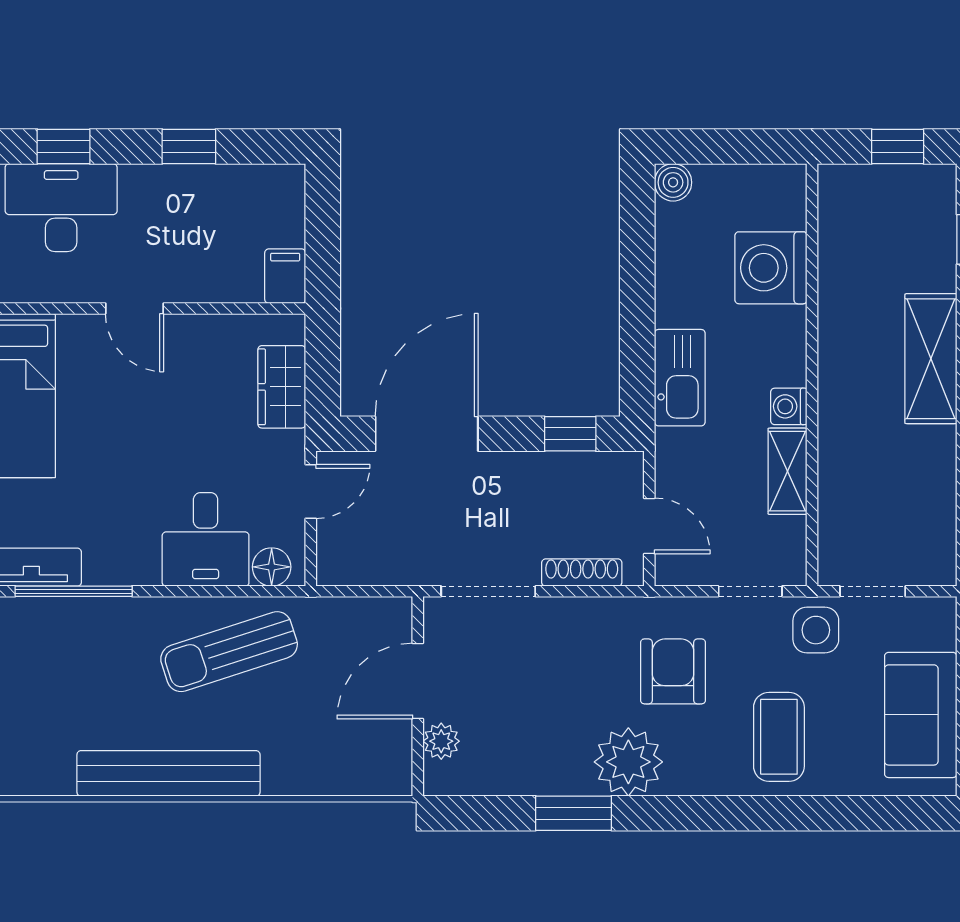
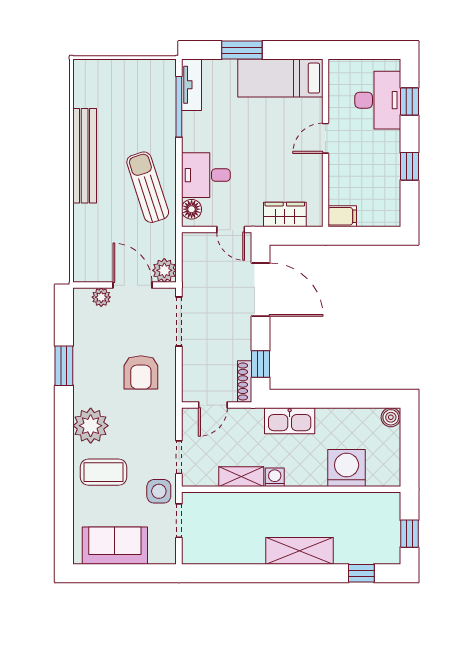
shoe rack: (582, 573) -> (245, 381), moved, turned 180
plant: (390, 620) -> (164, 270), added
armchair: (673, 671) -> (141, 372), moved, turned 90
plant: (628, 762) -> (91, 426), moved

